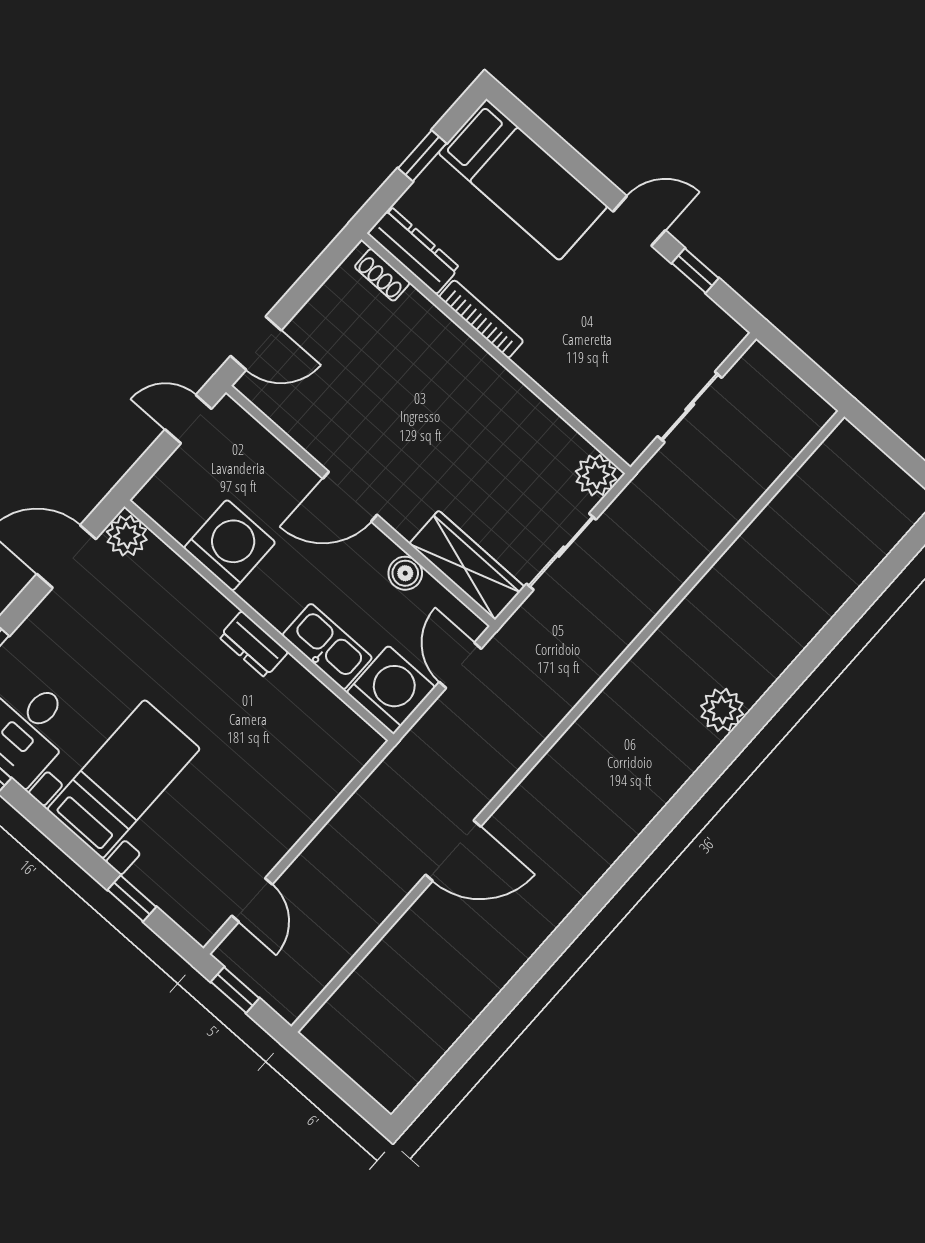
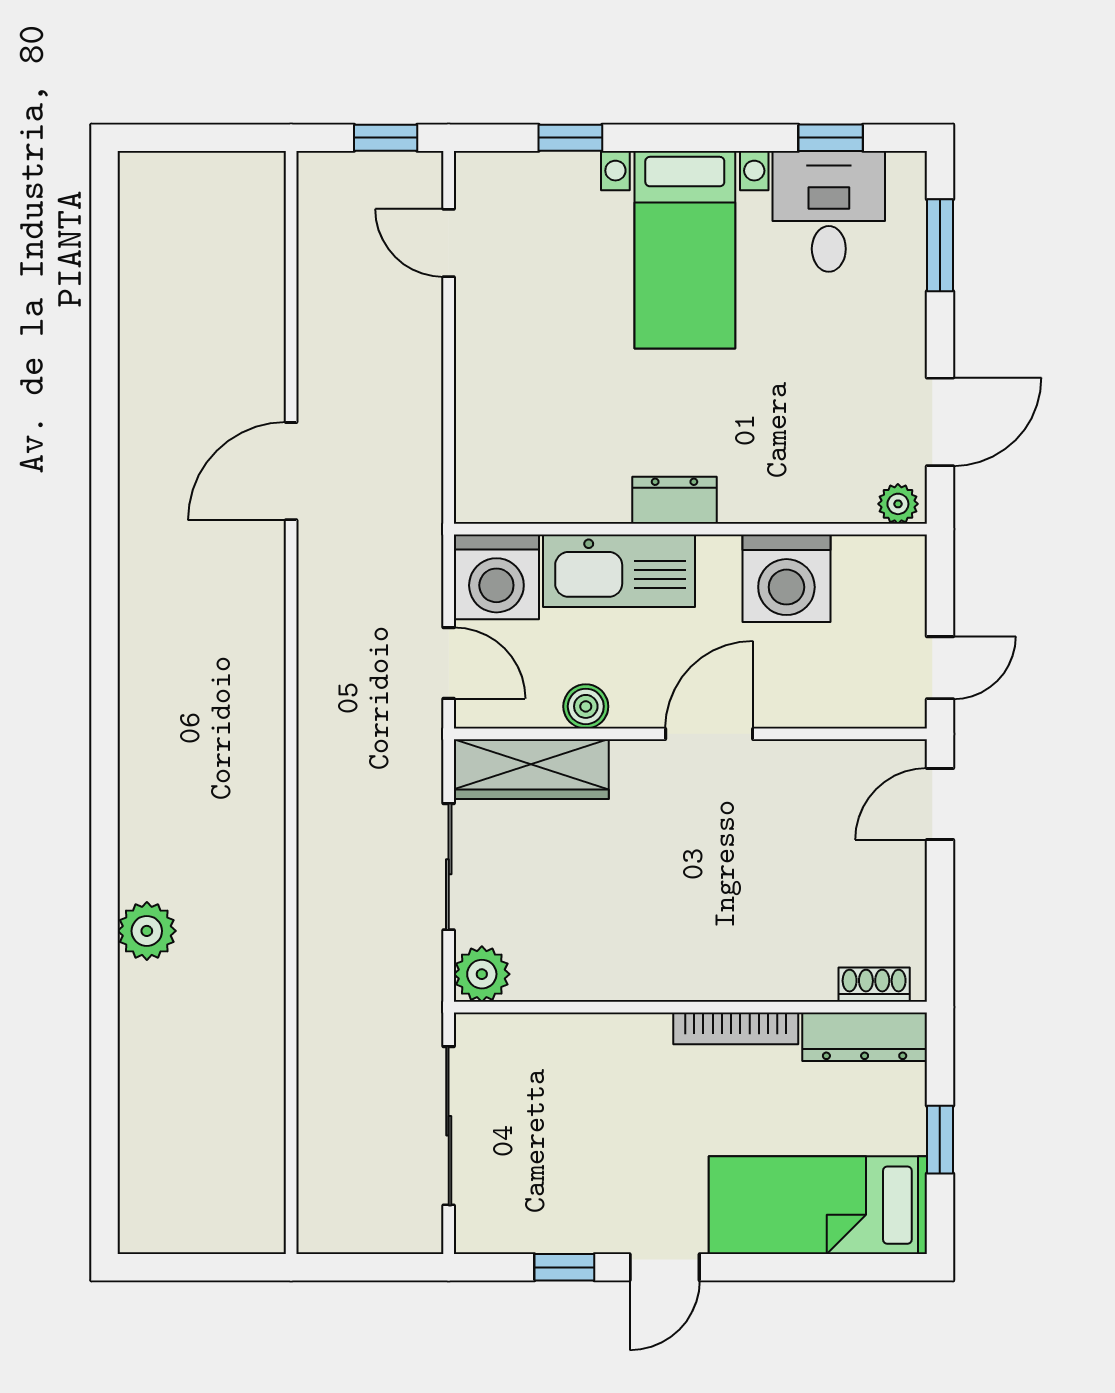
sliding door: (690, 407) -> (449, 1126), width x1.37
plant: (127, 536) -> (898, 504), width x0.73, depth x0.73
kitchen sink: (327, 646) -> (619, 571), width x1.36, depth x1.24
plant: (722, 710) -> (147, 931), moved

